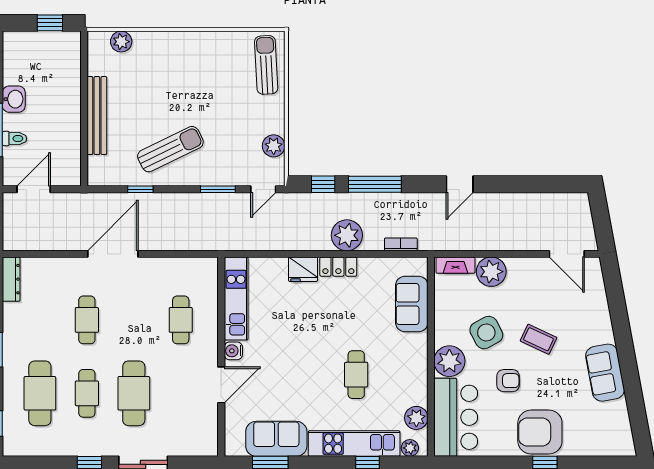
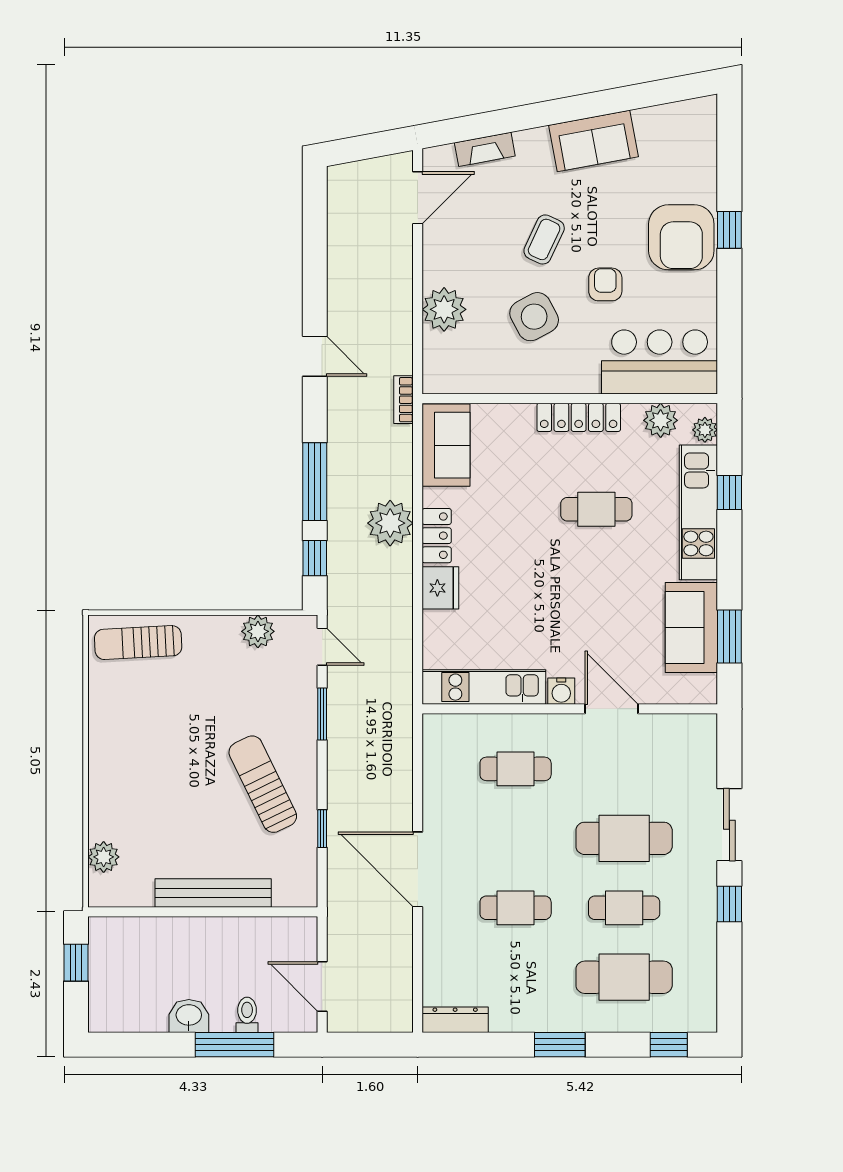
bookcase: (401, 244) -> (404, 400), moved
fireplace: (455, 265) -> (485, 149), moved, turned 79
sofa: (412, 304) -> (446, 445), moved, turned -90
plant: (449, 361) -> (577, 371), removed
locker: (418, 363) -> (579, 417), added

